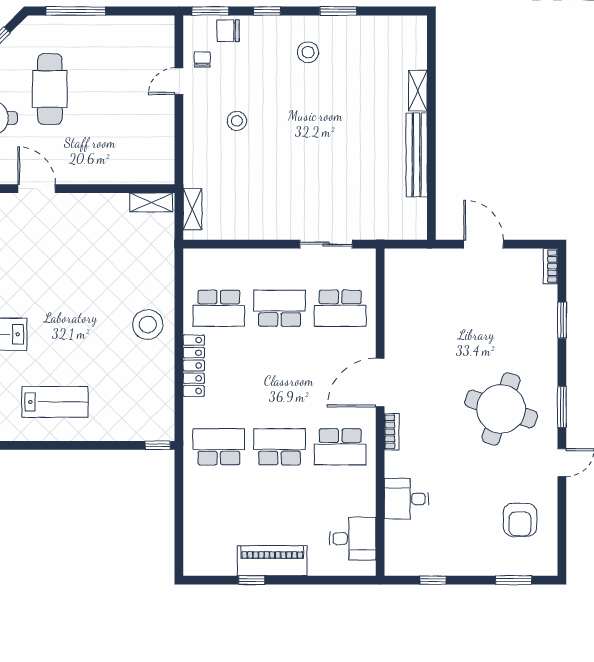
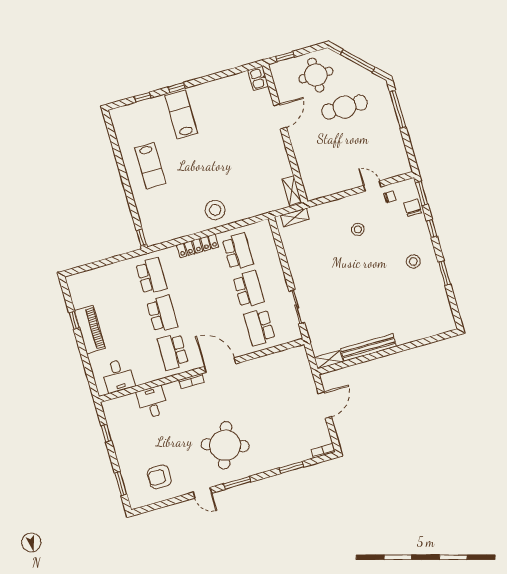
shelving: (418, 91) -> (329, 360), moved
school desk: (219, 308) -> (238, 251), turned 180

